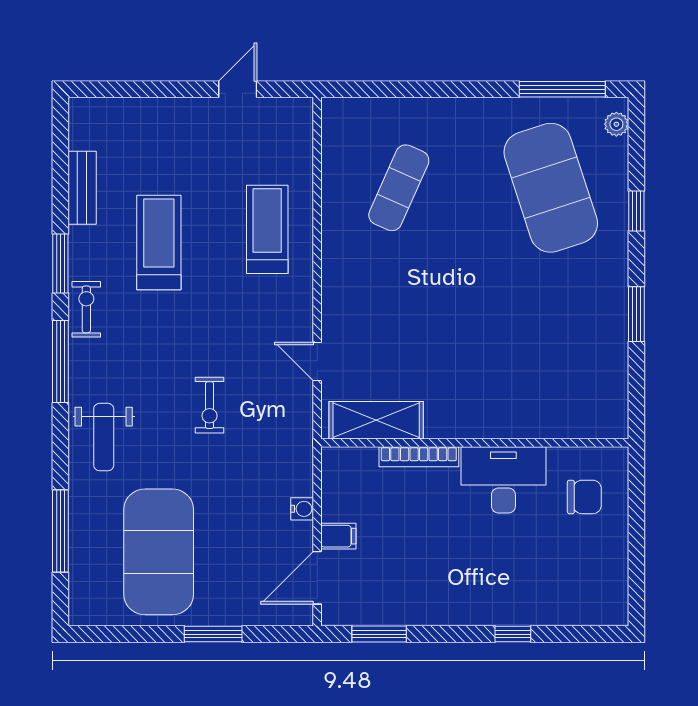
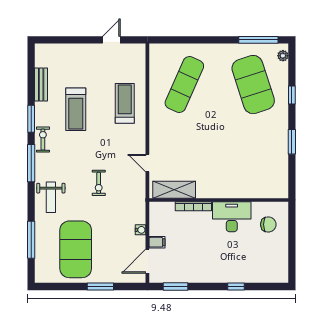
exercise mat: (399, 188) -> (184, 85), width x1.36, depth x1.45
treadmill: (159, 242) -> (76, 109), turned 180

